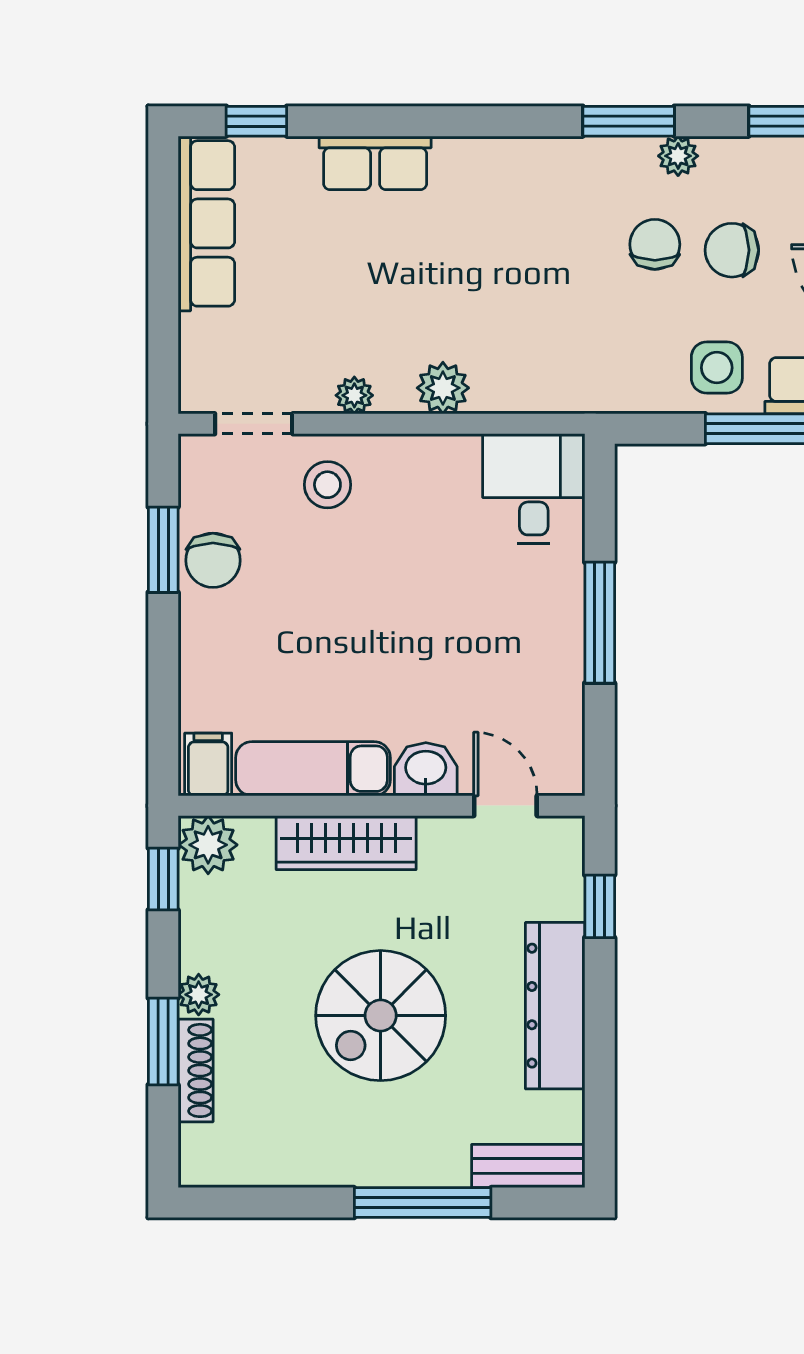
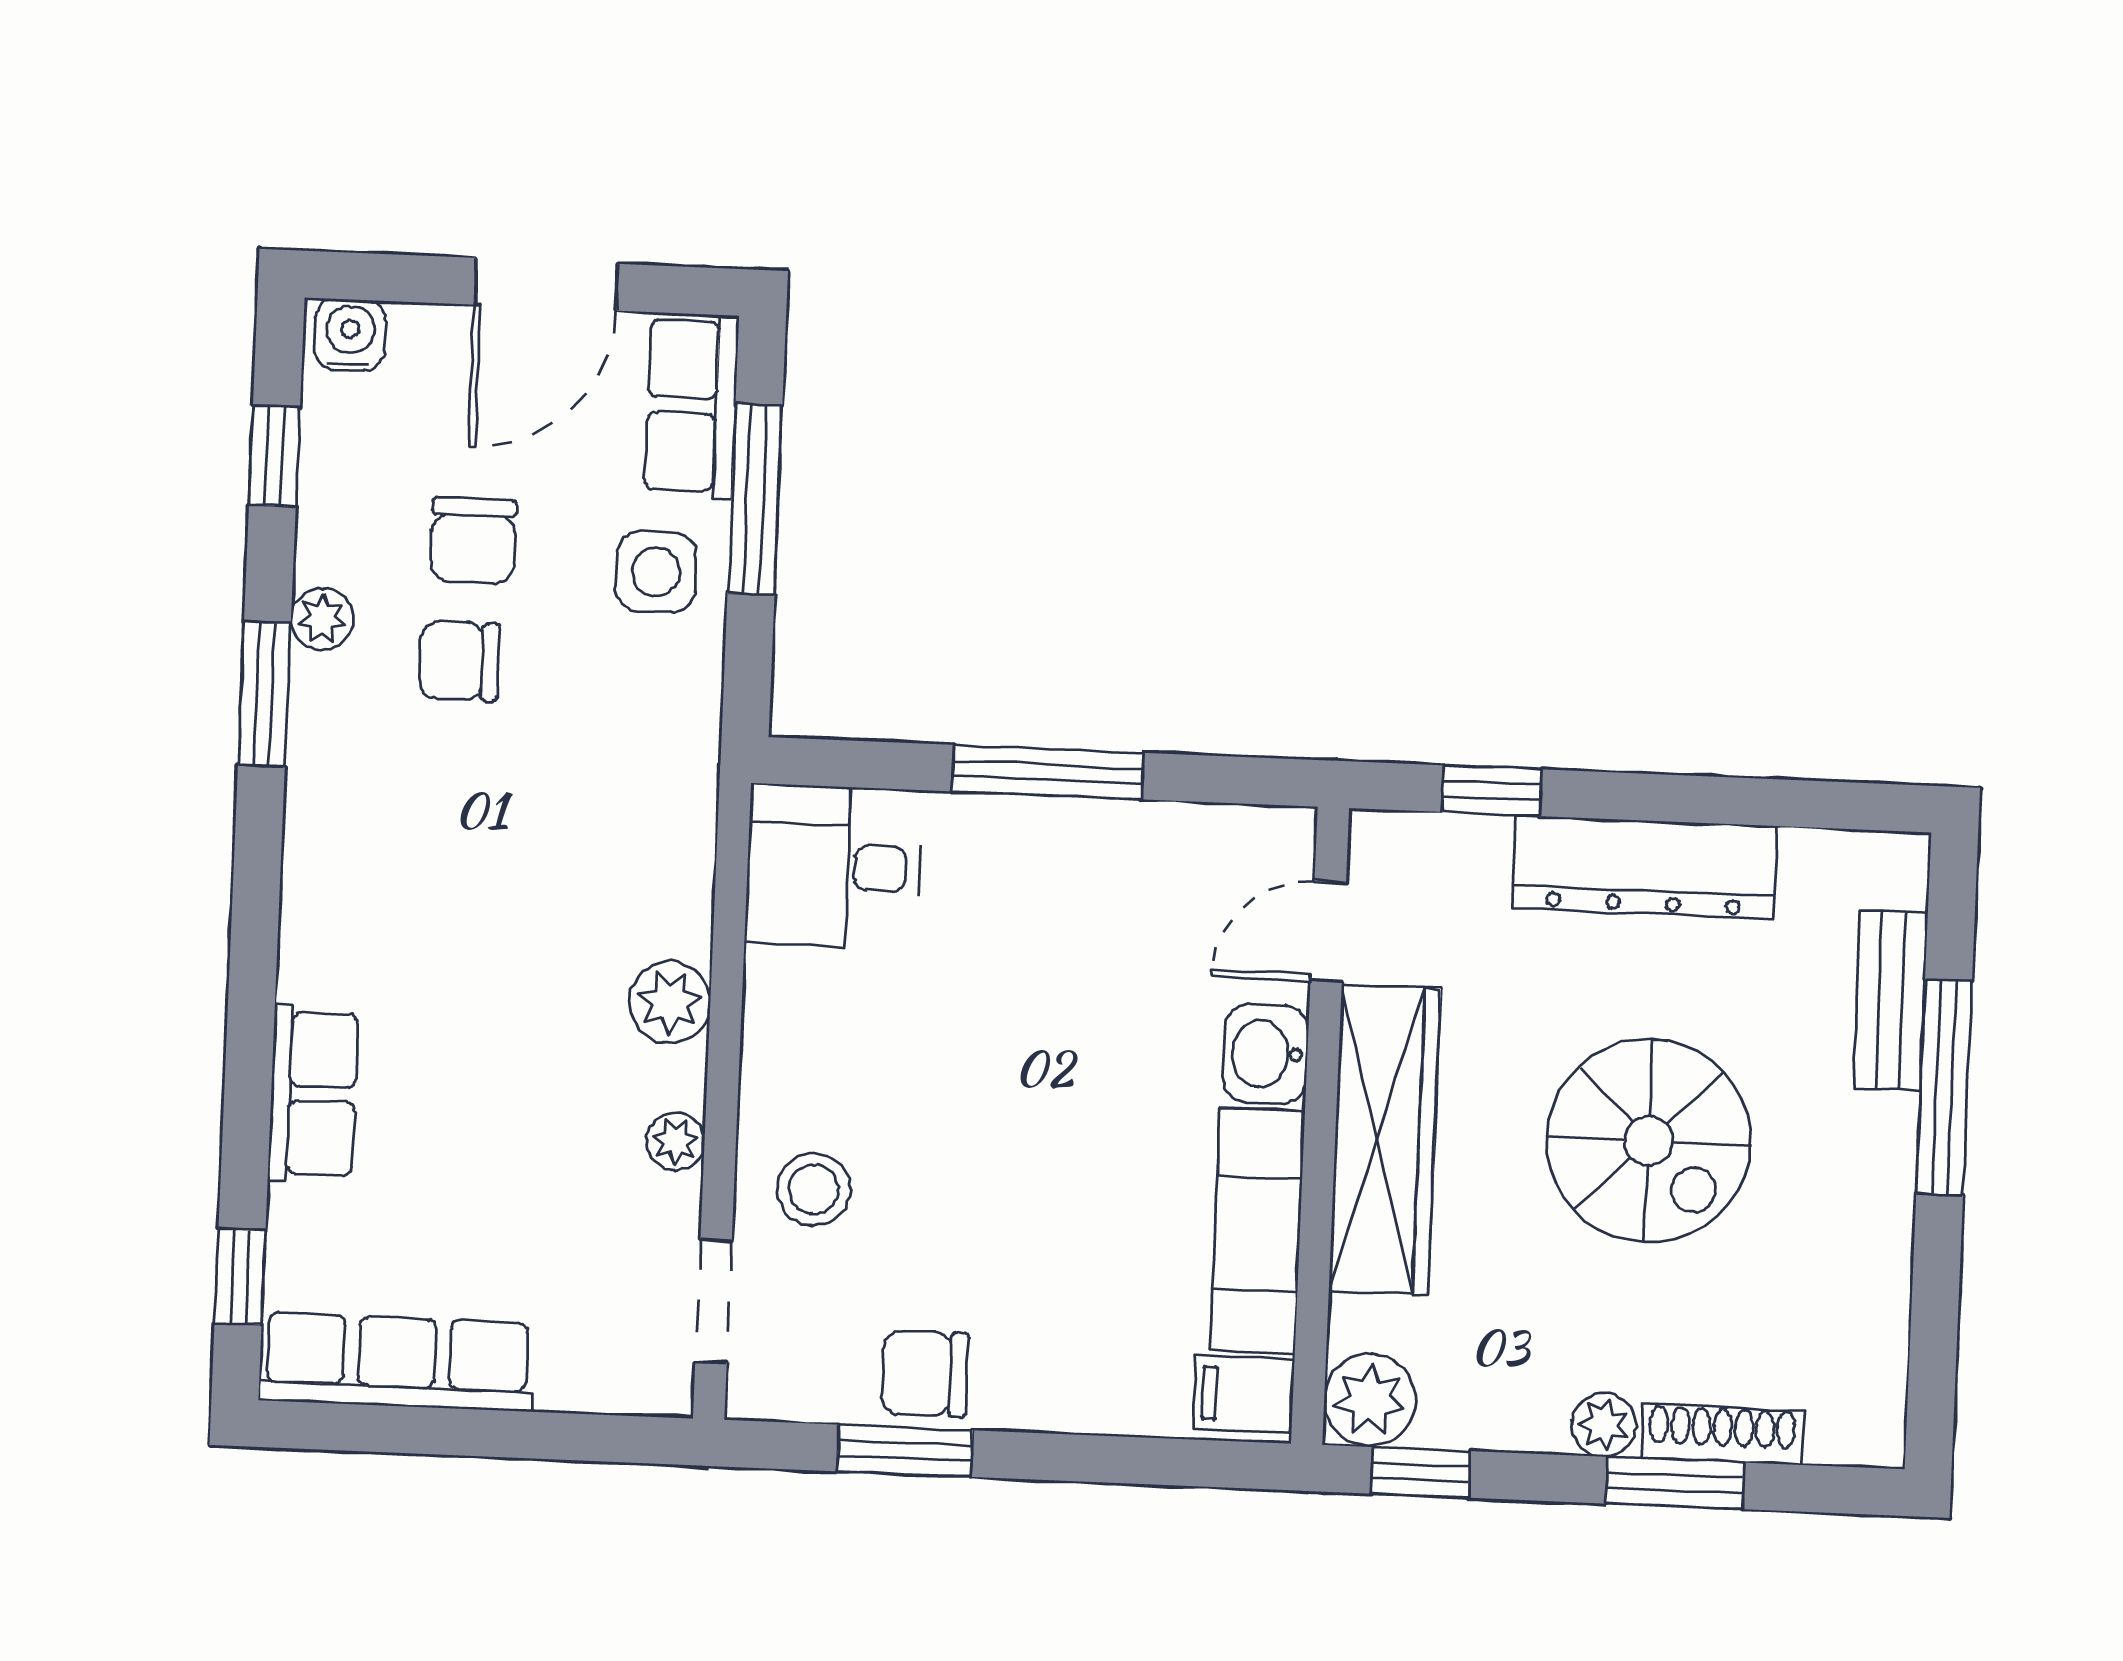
chair: (213, 560) -> (925, 1374), turned 180
wardrobe: (346, 843) -> (1385, 1140), width x1.40, depth x1.17
bench: (528, 1166) -> (1890, 1000), moved

